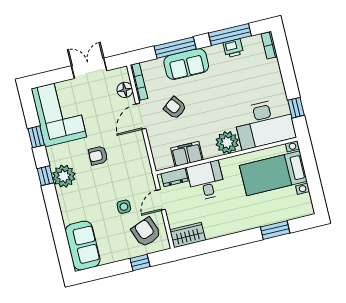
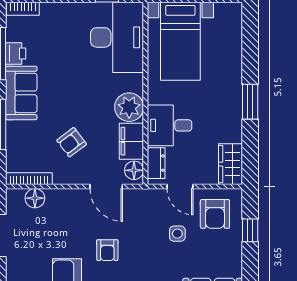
sofa: (186, 64) -> (21, 93), moved
door: (141, 116) -> (106, 186), moved
plant: (227, 142) -> (129, 107), moved
floor lamp: (165, 161) -> (134, 170), added
window: (275, 230) -> (250, 102), moved
armchair: (146, 232) -> (215, 214), turned -69

